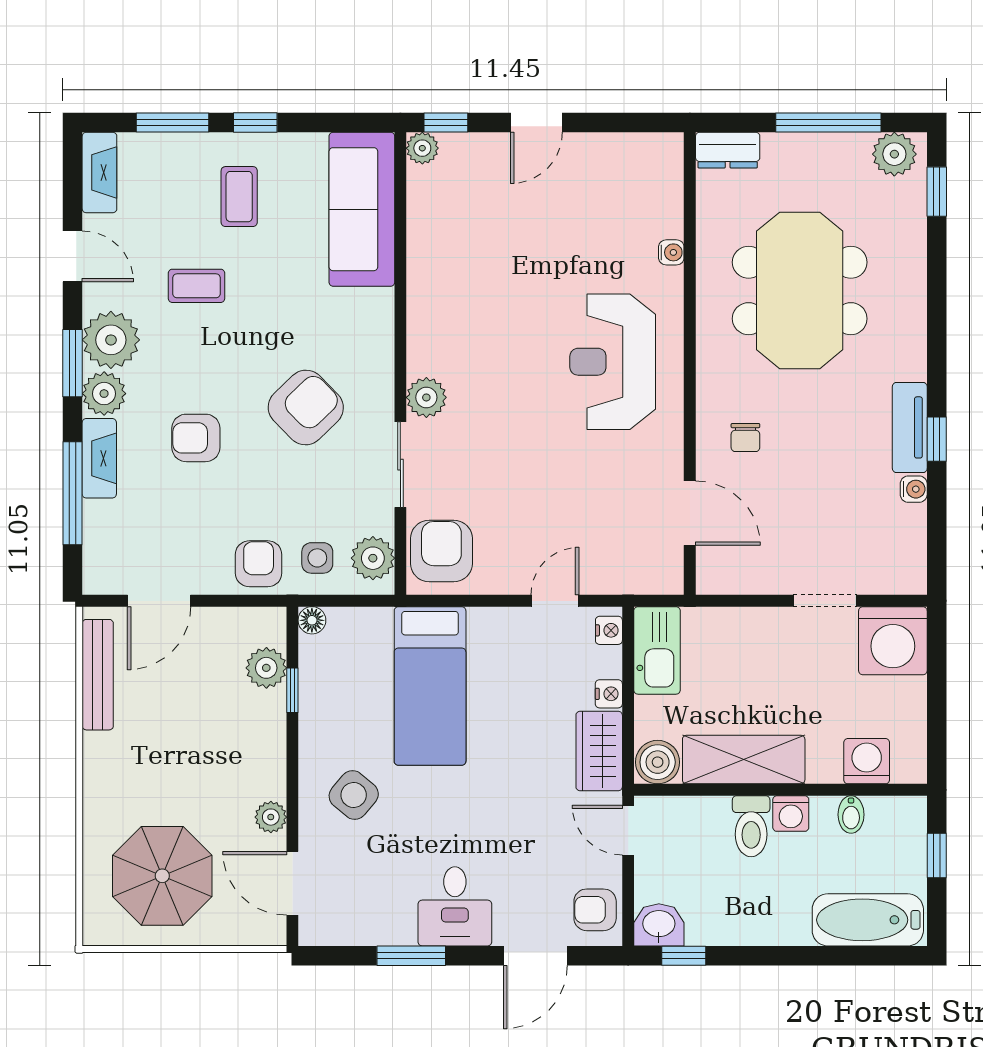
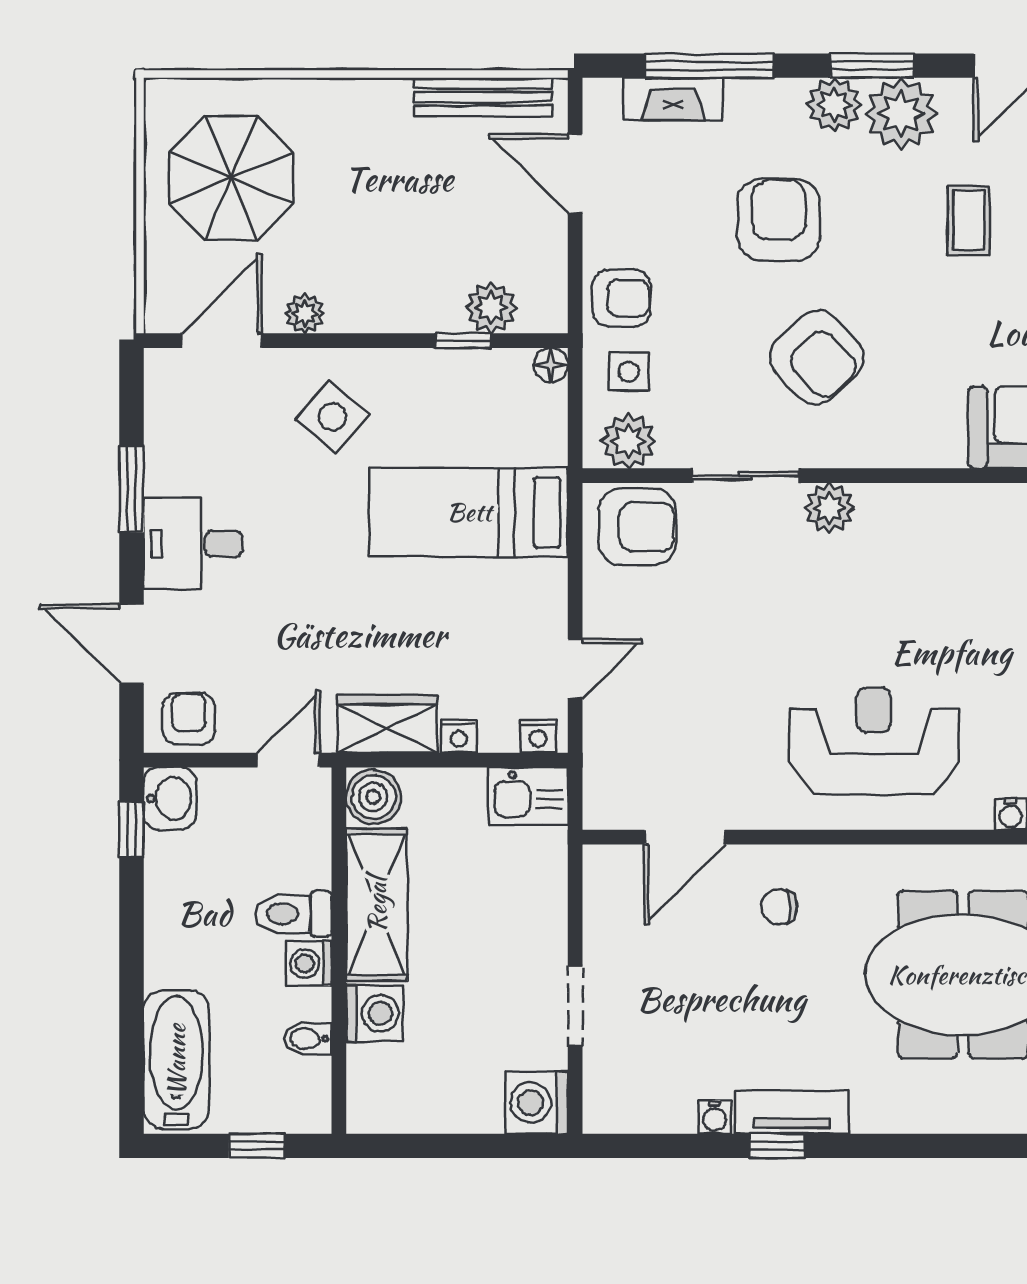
armchair: (196, 438) -> (779, 220), width x1.38, depth x1.38
fireplace: (99, 458) -> (673, 99), moved
door: (555, 601) -> (575, 669), hinge flipped
washing machine: (893, 641) -> (537, 1103), width x0.73, depth x0.73
kitchen sink: (657, 650) -> (528, 796), width x0.73
washing machine: (867, 761) -> (375, 1013), moved

